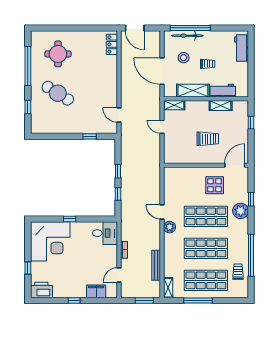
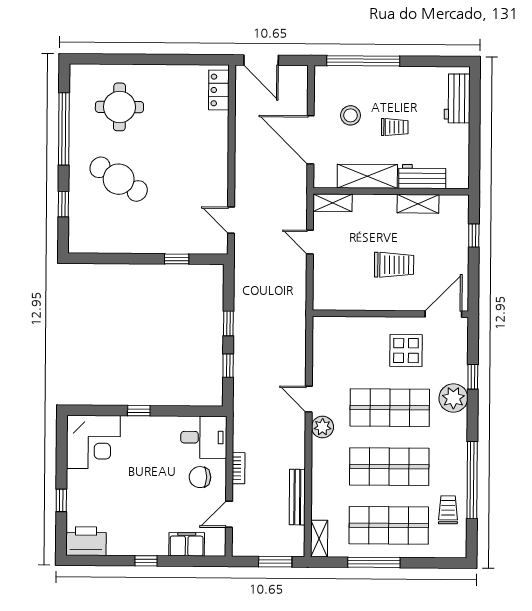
bicycle: (187, 36) -> (358, 75), removed
corner desk: (50, 241) -> (93, 442), width x0.74, depth x0.74
chair: (103, 255) -> (200, 477), added

